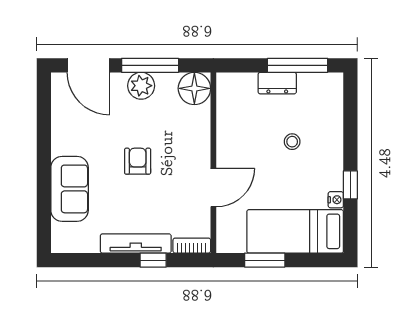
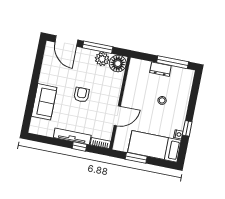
plant: (141, 86) -> (102, 59), moved

